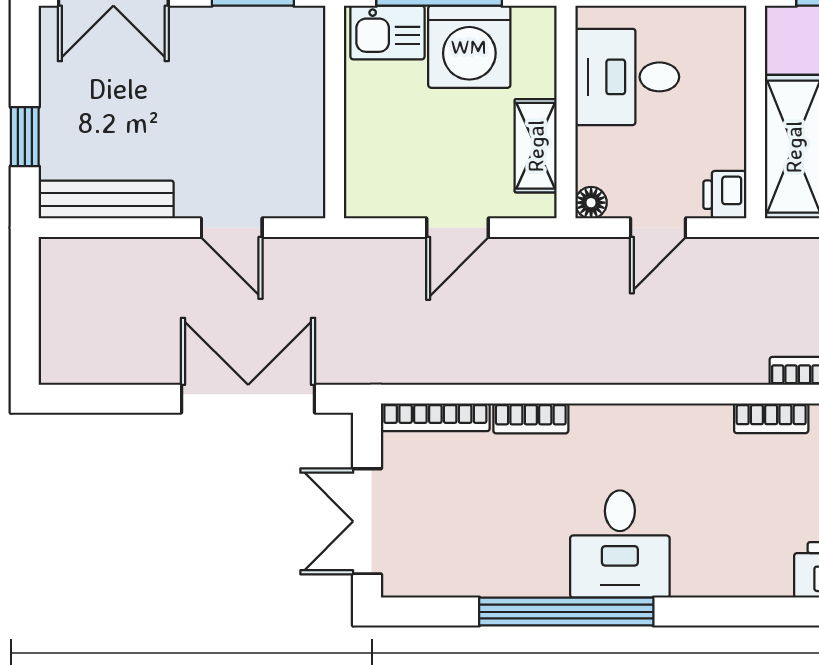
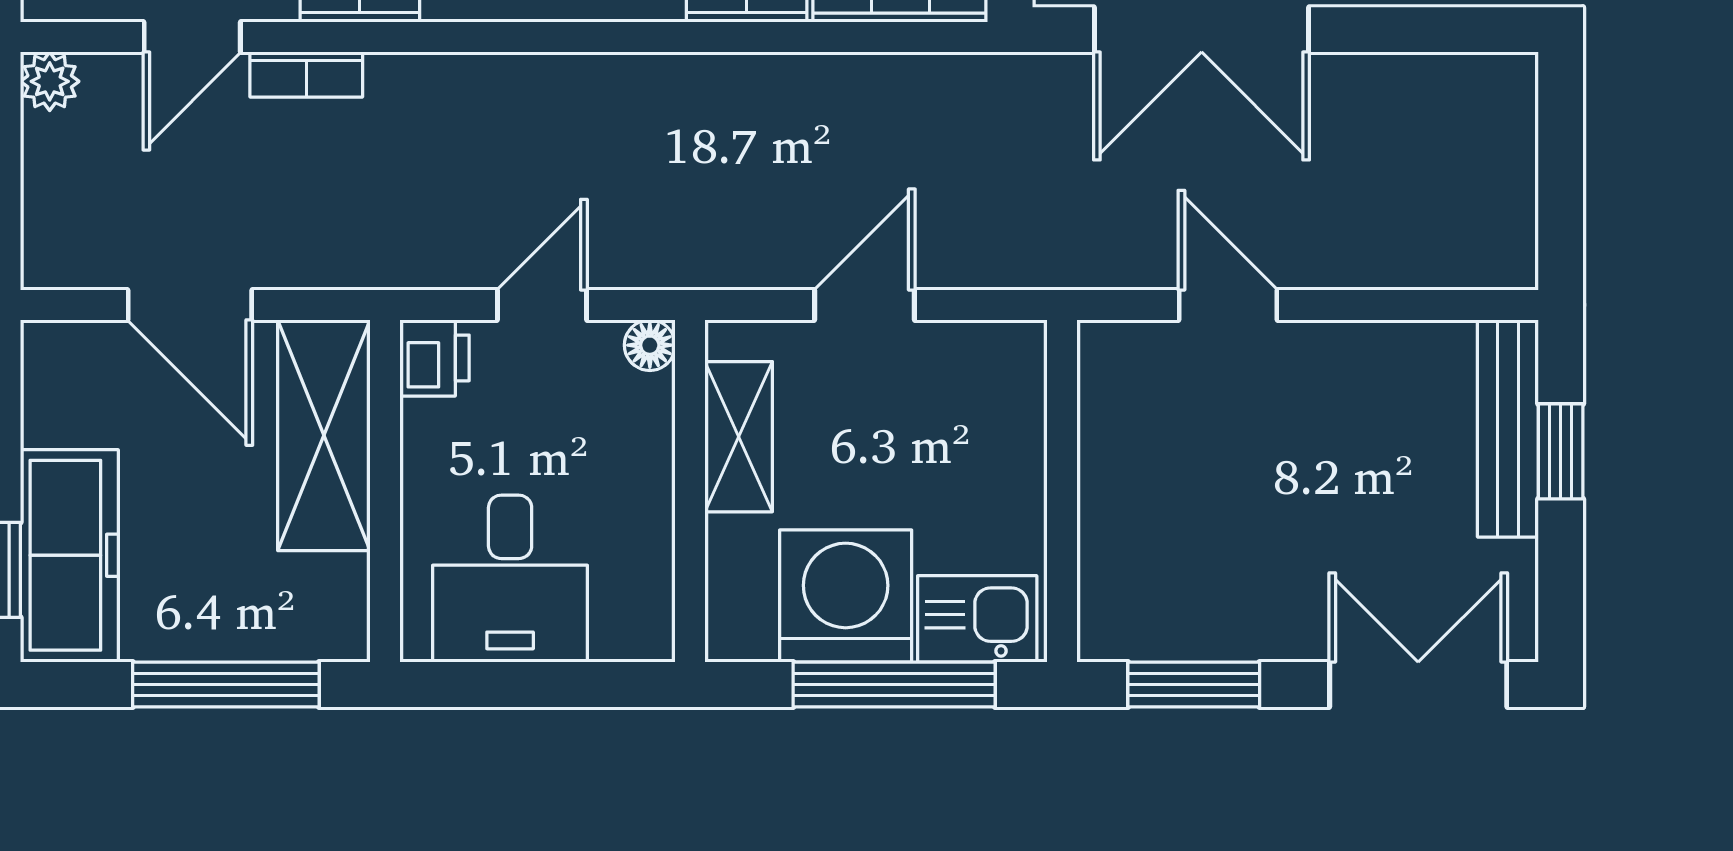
desk: (627, 77) -> (510, 579), moved, turned 90
bench: (106, 200) -> (1508, 428), moved, turned 90

